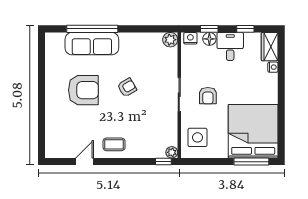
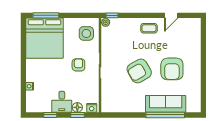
plant: (170, 40) -> (107, 107), removed
wardrobe: (270, 47) -> (32, 102), removed
armchair: (127, 87) -> (139, 71), width x1.88, depth x1.88
armchair: (83, 90) -> (172, 69), turned -90

